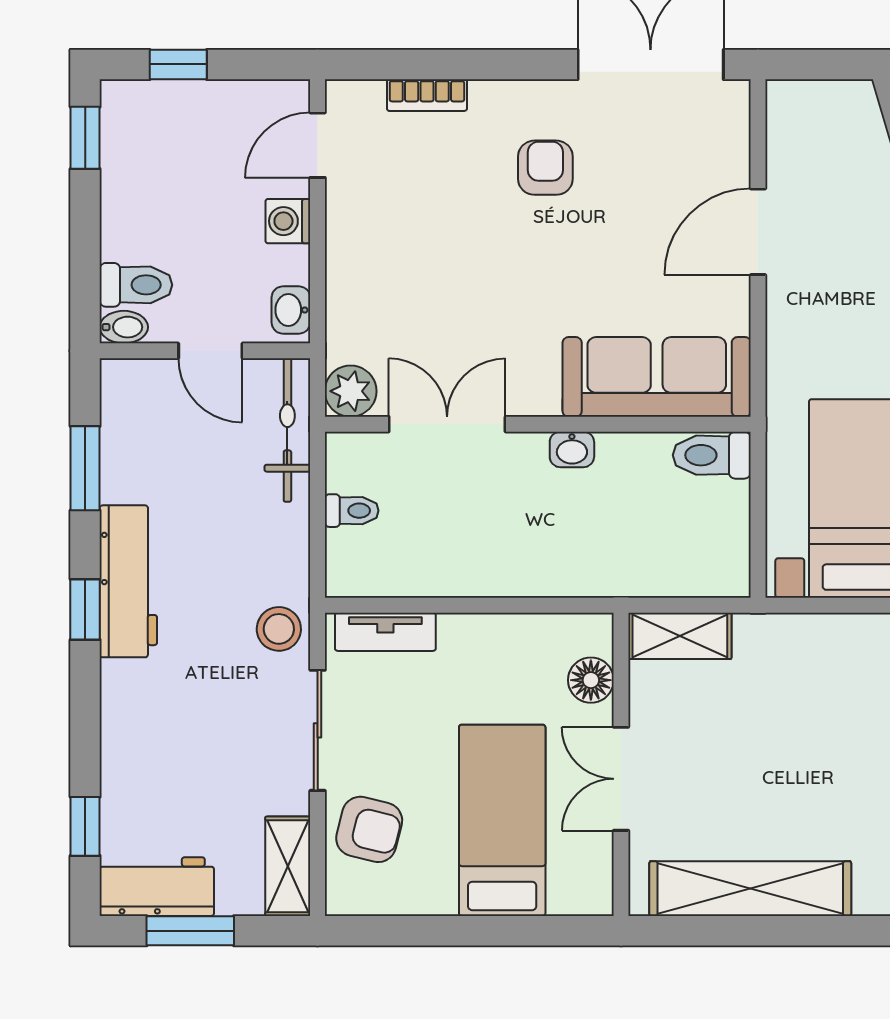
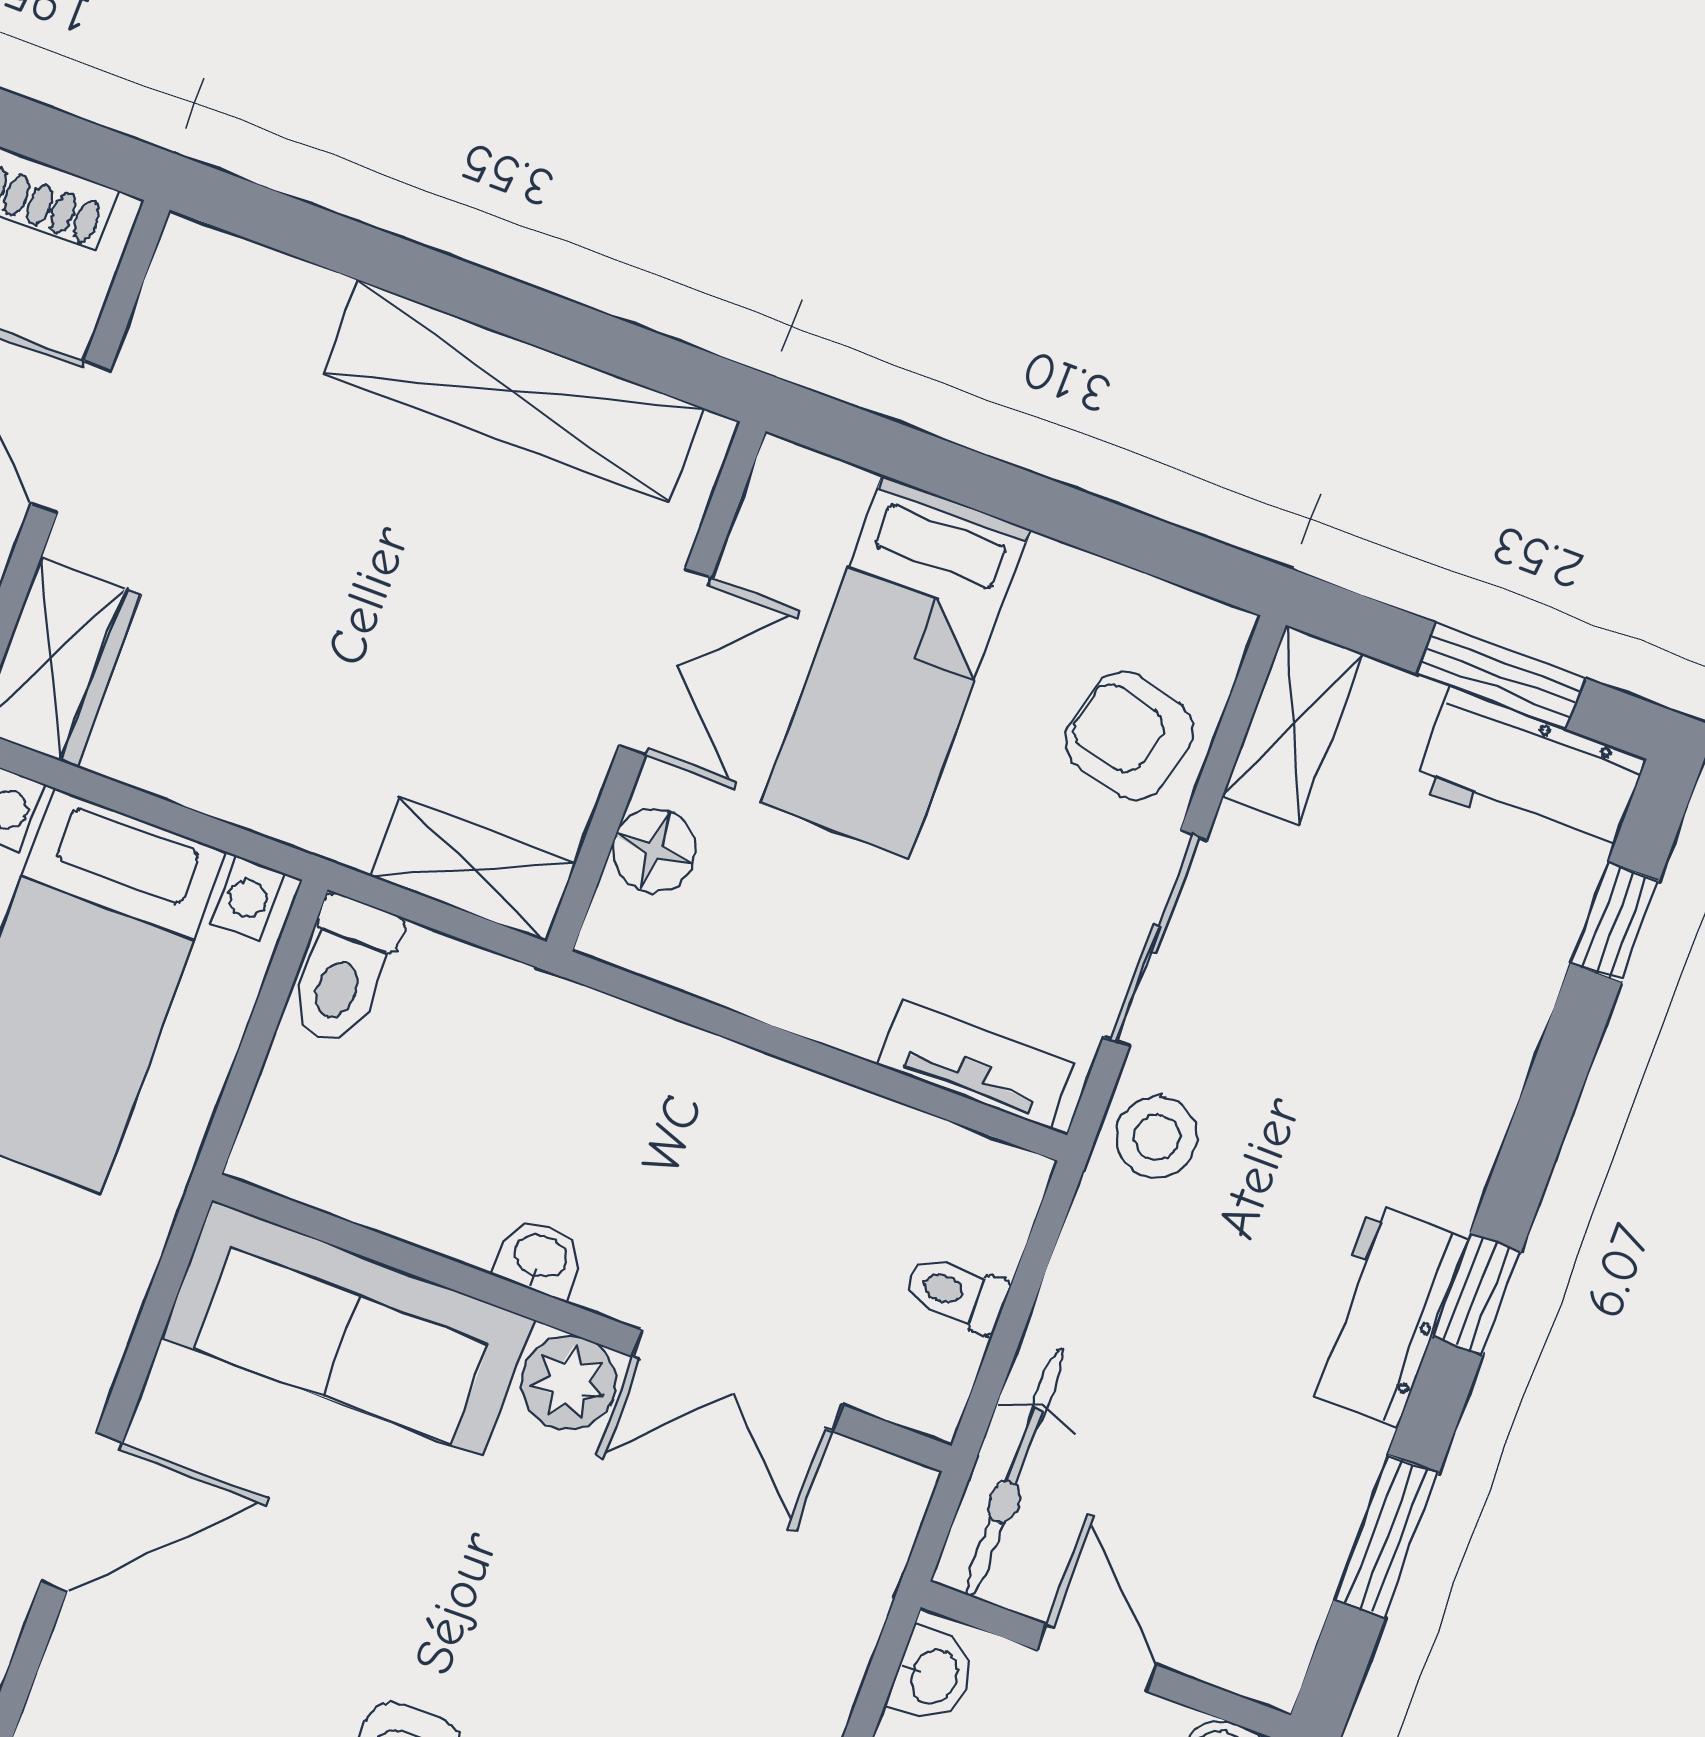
plant: (351, 391) -> (569, 1383), moved
toilet: (712, 455) -> (343, 971), moved, turned 90
workbench: (128, 581) -> (1384, 1315), width x0.73

